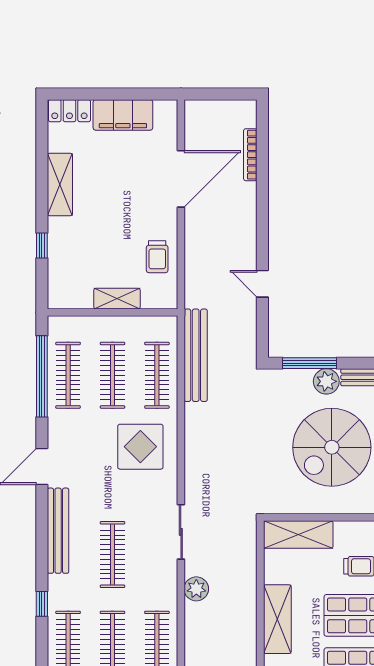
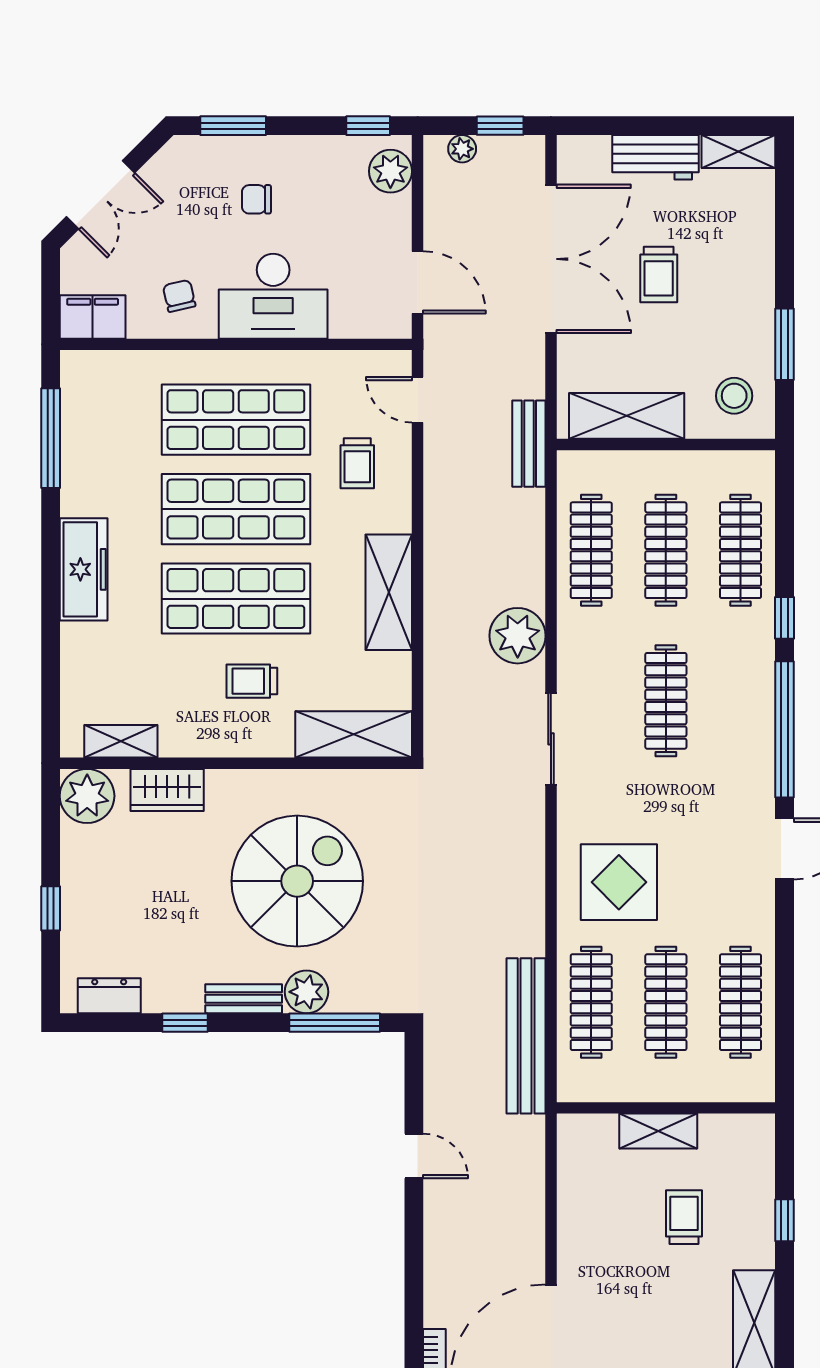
trolley: (157, 257) -> (684, 1217), moved
window: (42, 376) -> (784, 729), moved
bench: (58, 531) -> (757, 741), removed
plant: (196, 589) -> (518, 636), width x1.36, depth x1.36

